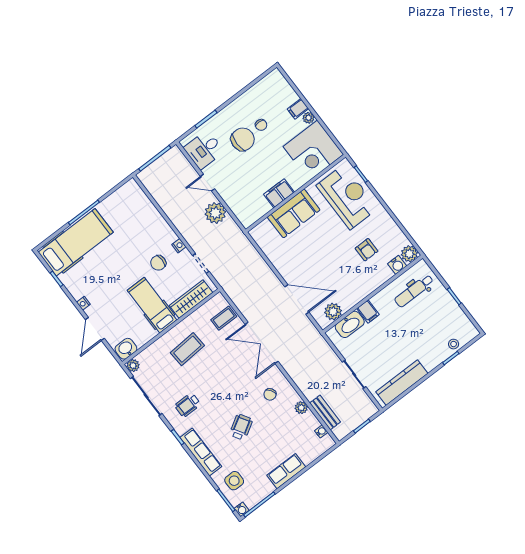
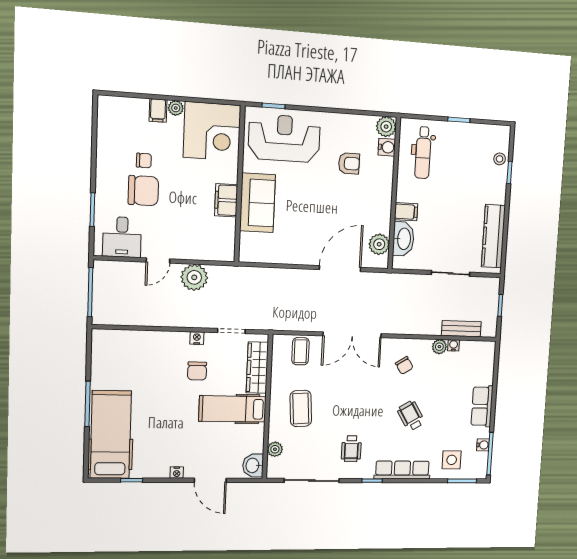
chair: (243, 139) -> (143, 191), turned 90
plant: (133, 366) -> (275, 449), moved
water cooler: (321, 431) -> (454, 345), moved
water cooler: (242, 509) -> (483, 445), moved

